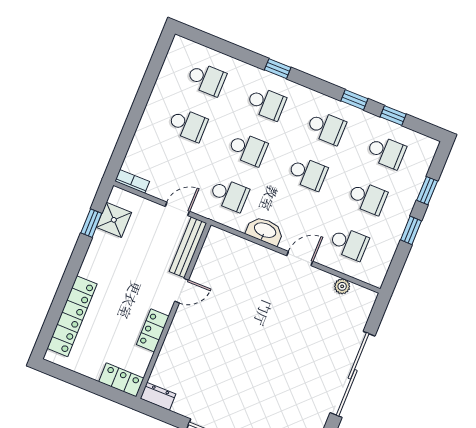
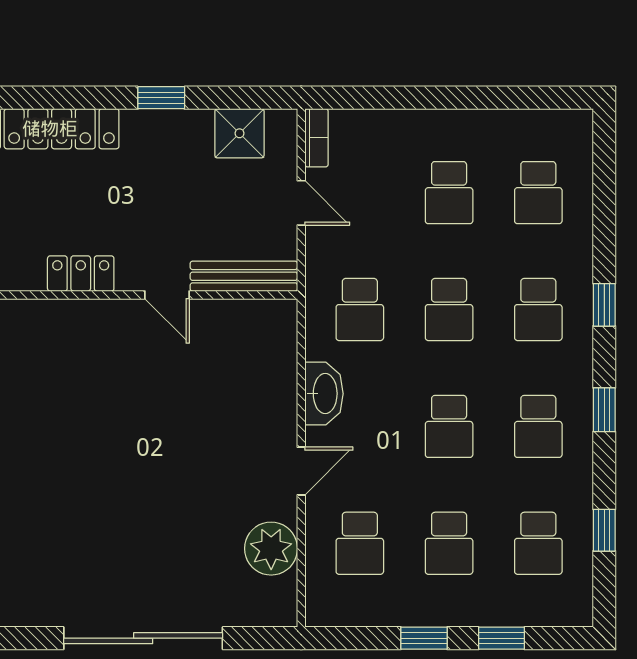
window: (354, 100) -> (604, 410), moved
door: (177, 209) -> (301, 203), moved
window: (91, 223) -> (161, 98), moved
door: (300, 259) -> (301, 471), hinge flipped
plant: (342, 286) -> (271, 549), width x1.87, depth x1.87

